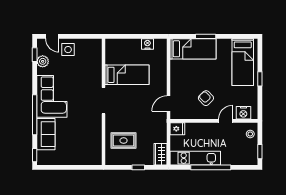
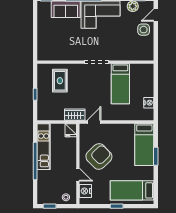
armchair: (206, 98) -> (99, 157), width x1.88, depth x1.88
door: (168, 103) -> (94, 122), hinge flipped
wardrobe: (160, 154) -> (75, 115), moved

